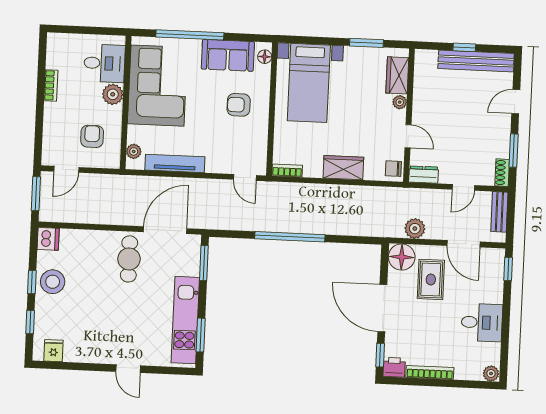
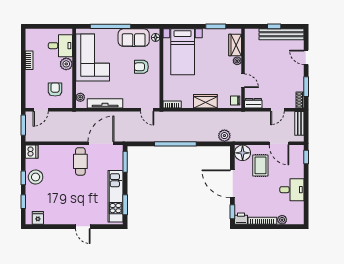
door: (516, 102) -> (306, 57), hinge flipped
plant: (415, 229) -> (224, 136), moved
plant: (491, 373) -> (282, 220), moved

